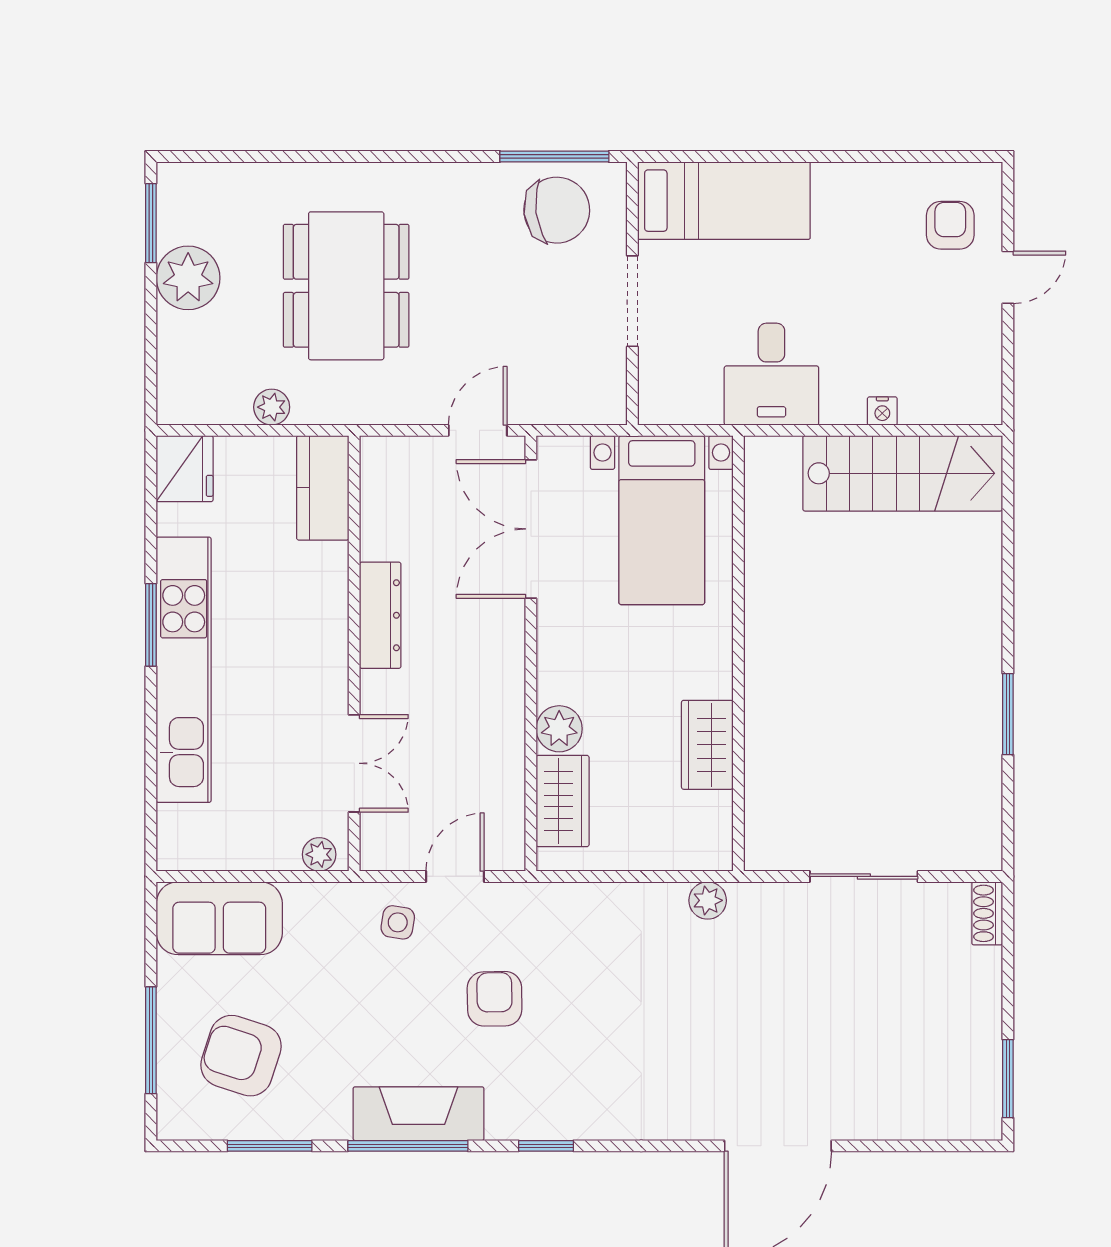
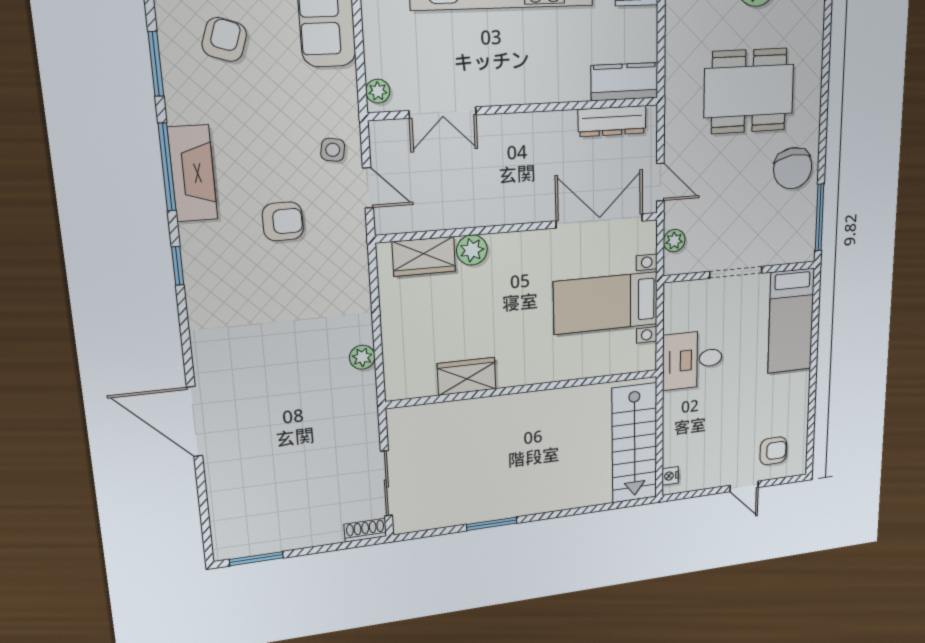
chair: (557, 210) -> (793, 168), moved
plant: (272, 407) -> (674, 241), moved
nightstand: (882, 411) -> (670, 476), moved
dresser: (380, 615) -> (612, 121), moved
wall: (738, 653) -> (525, 389), moved
wardrobe: (707, 745) -> (467, 376), moved
sliding door: (864, 876) -> (386, 483), moved
armchair: (241, 1056) -> (224, 40), width x0.72, depth x0.72

